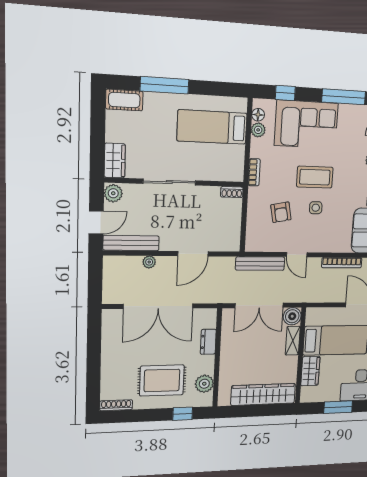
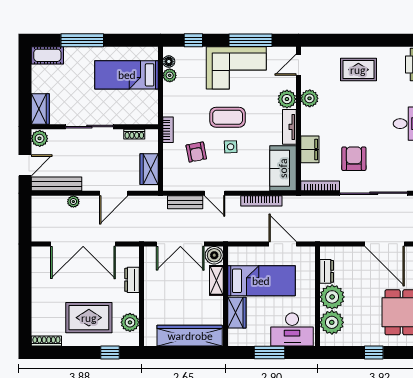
corner sofa: (306, 124) -> (236, 68), moved
bookcase: (254, 172) -> (168, 130), moved
shoe rack: (232, 192) -> (134, 134), moved
wardrobe: (231, 229) -> (149, 169), added
bench: (260, 264) -> (185, 202), width x0.73

